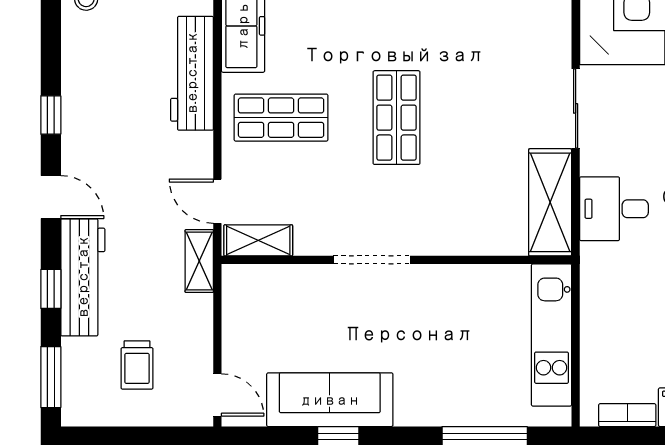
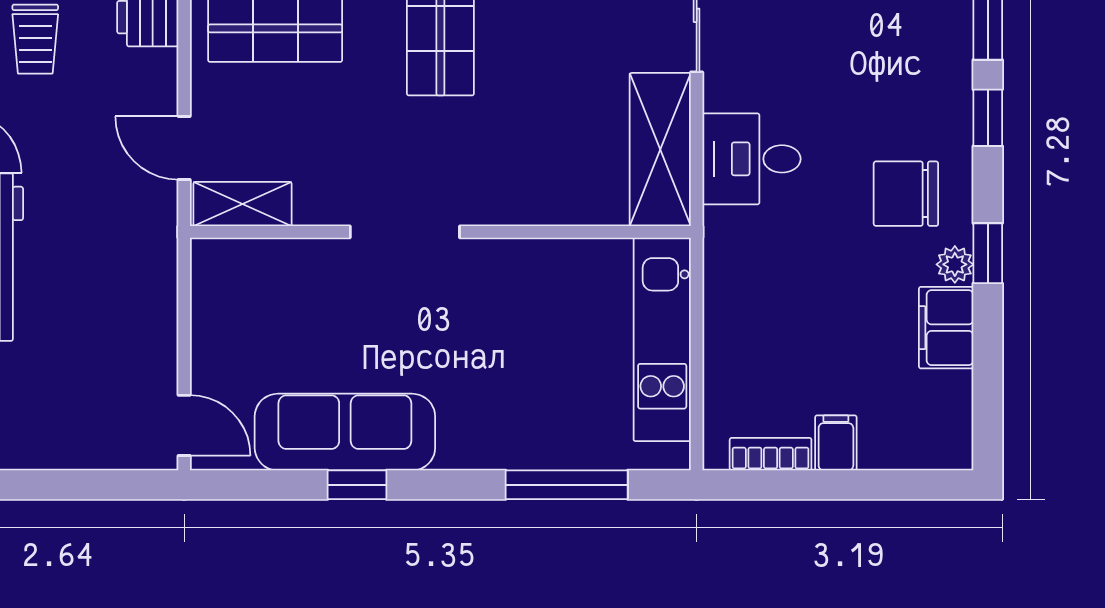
shelving: (199, 261) -> (158, 234), removed
trolley: (137, 365) -> (35, 39), moved

